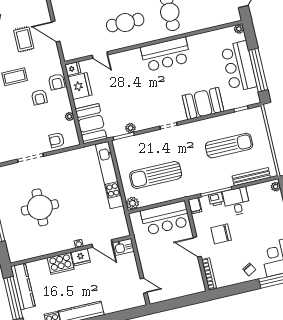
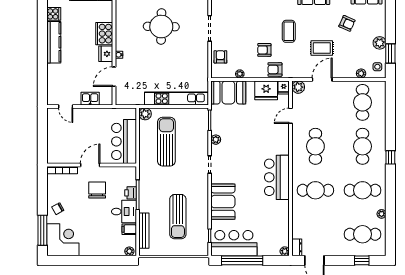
dresser: (232, 18) -> (297, 247), added
plant: (69, 54) -> (298, 87), added
bar counter: (239, 66) -> (234, 243), moved
plant: (130, 128) -> (216, 140), moved
filing cabinet: (195, 206) -> (129, 229), moved
kitchen sink: (124, 247) -> (90, 99), moved, turned 90
door: (144, 286) -> (66, 106), hinge flipped

